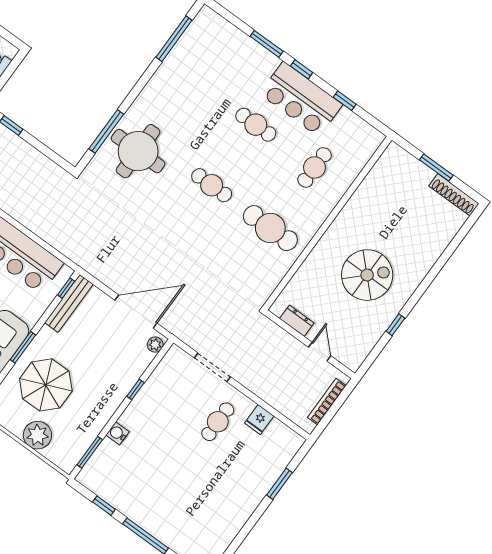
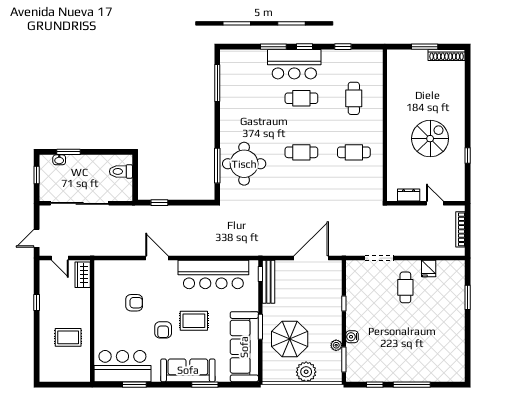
bar counter: (301, 99) -> (294, 64), moved
cafe table: (270, 228) -> (354, 152), width x0.73, depth x0.74
plant: (155, 345) -> (336, 345), moved

